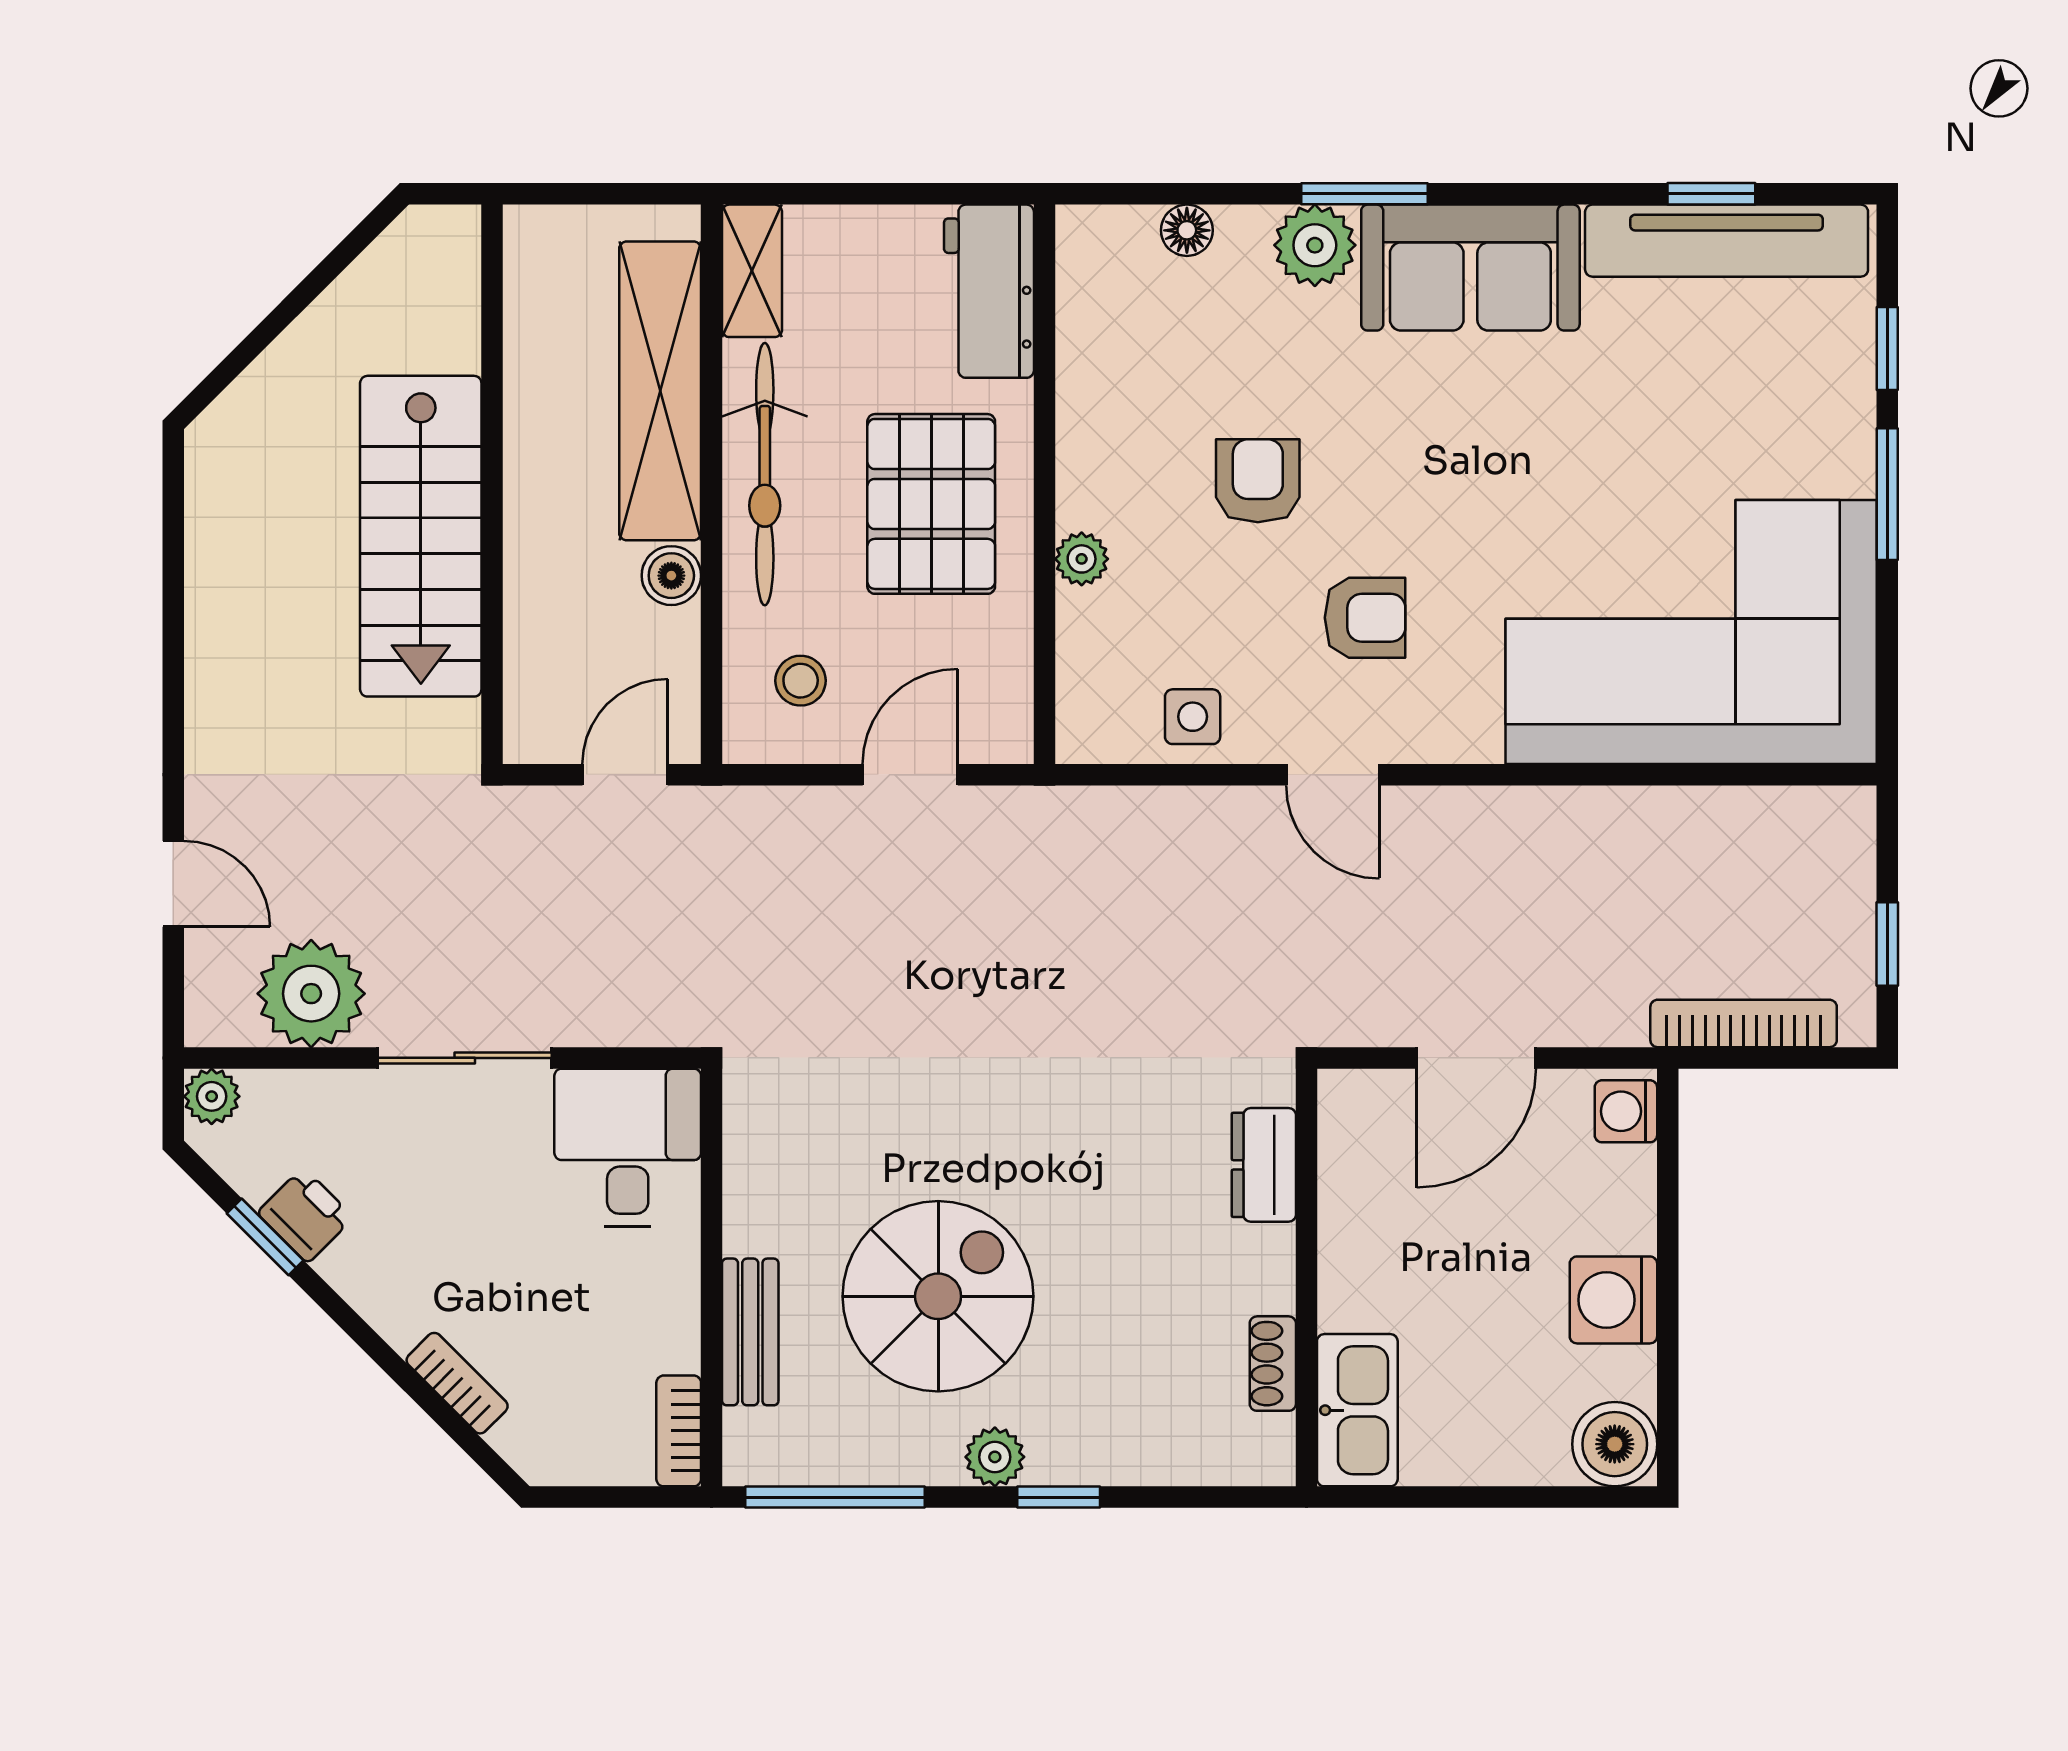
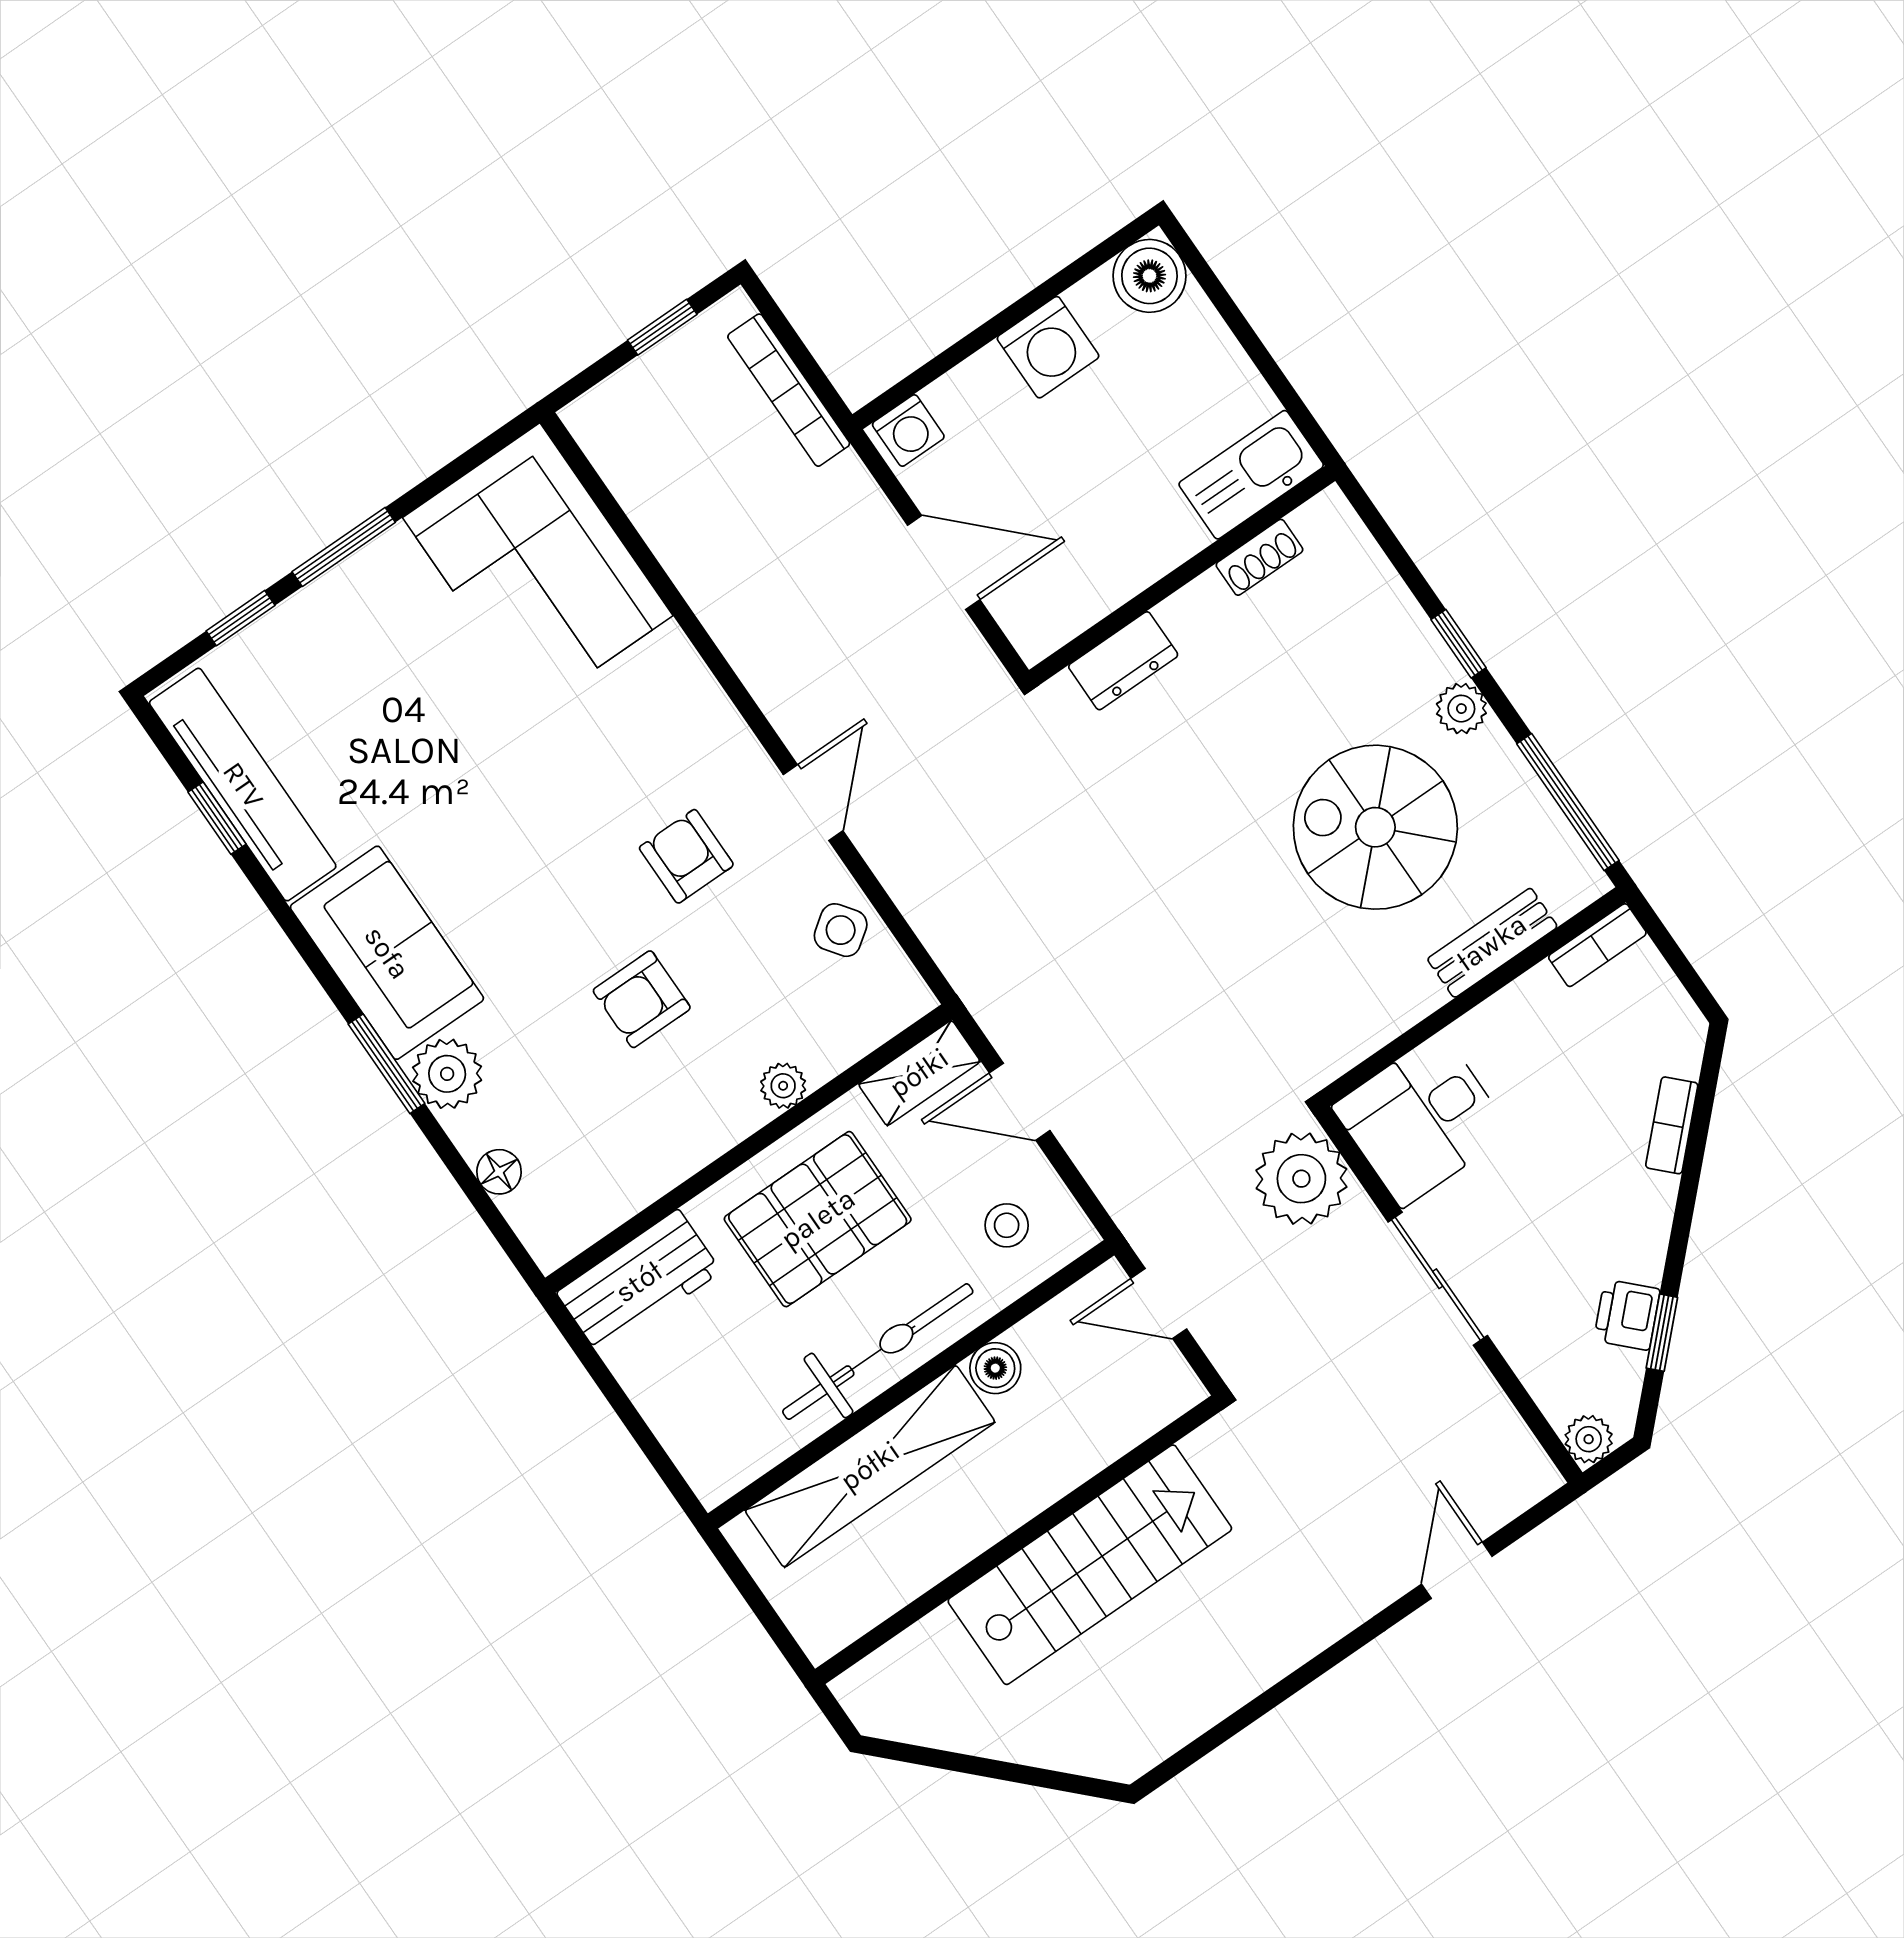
shelving: (752, 271) -> (919, 1073), moved
corner sofa: (1691, 632) -> (538, 567), width x0.73, depth x0.74
side table: (1193, 717) -> (841, 930), turned -36
plant: (311, 994) -> (1301, 1179), moved

